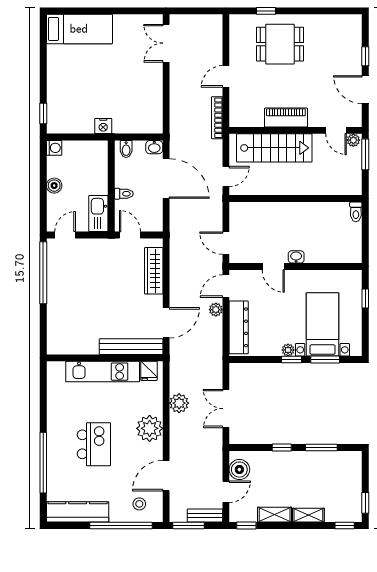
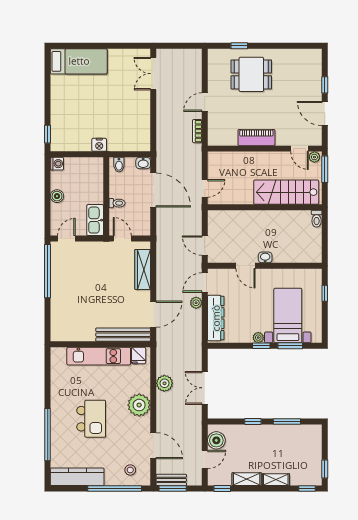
bookcase: (217, 118) -> (197, 131), width x0.64
stairs: (274, 148) -> (286, 192), moved, turned 180
door: (166, 476) -> (153, 446), swing flipped
bench: (205, 516) -> (171, 480), moved

